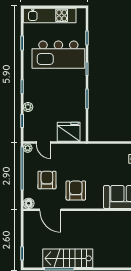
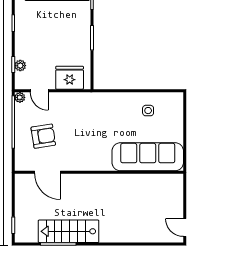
plant: (28, 107) -> (20, 66), moved
armchair: (47, 180) -> (43, 136), turned 81
armchair: (76, 190) -> (78, 149), removed
floor lamp: (29, 203) -> (21, 164), removed

